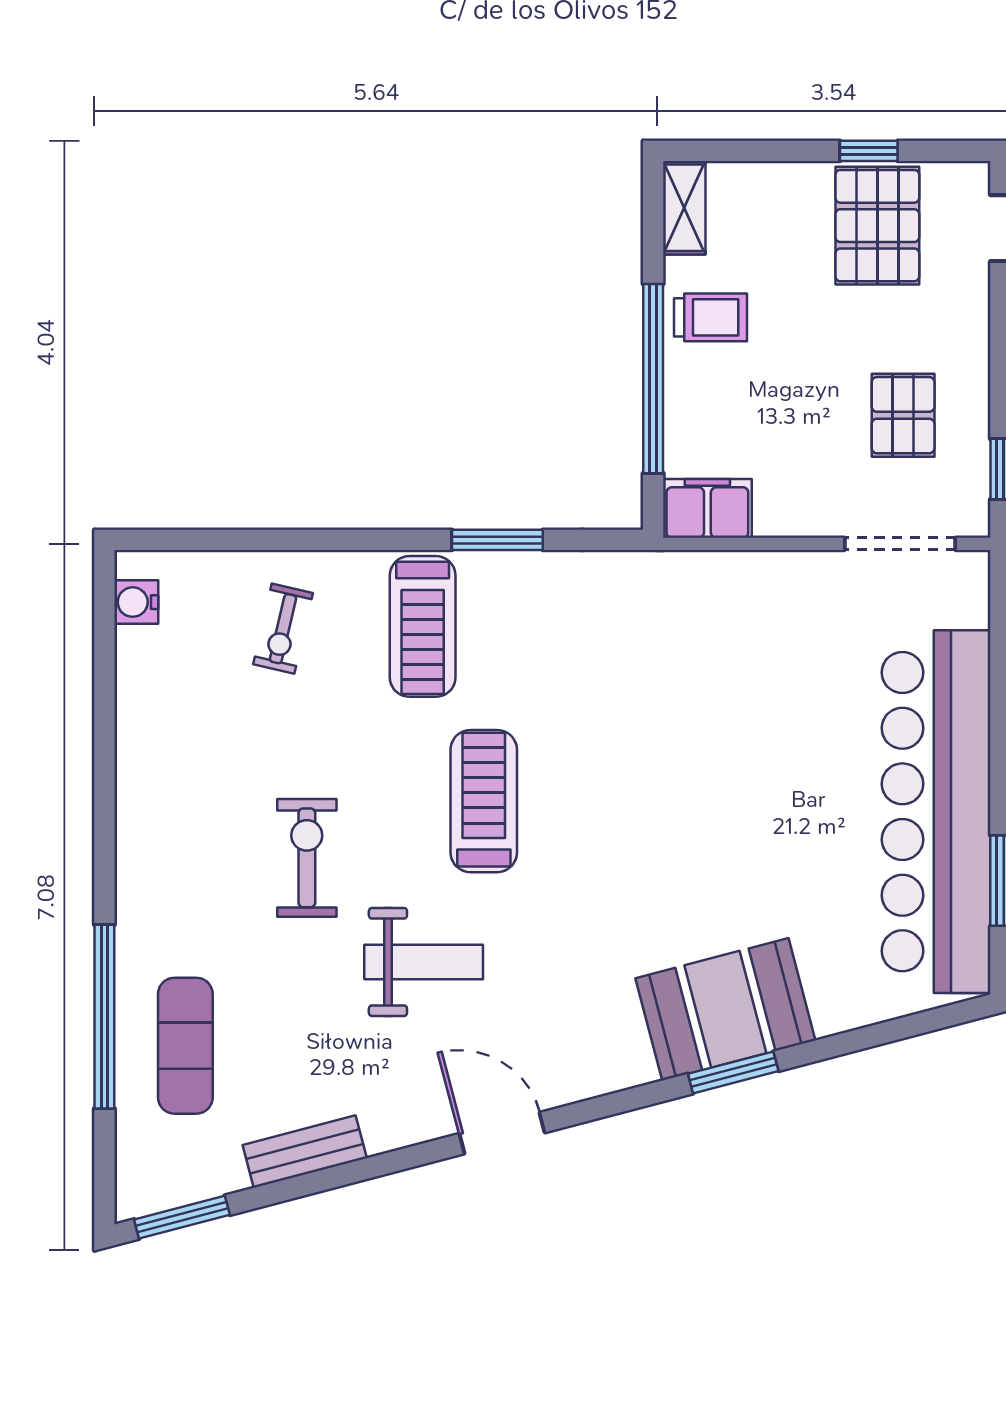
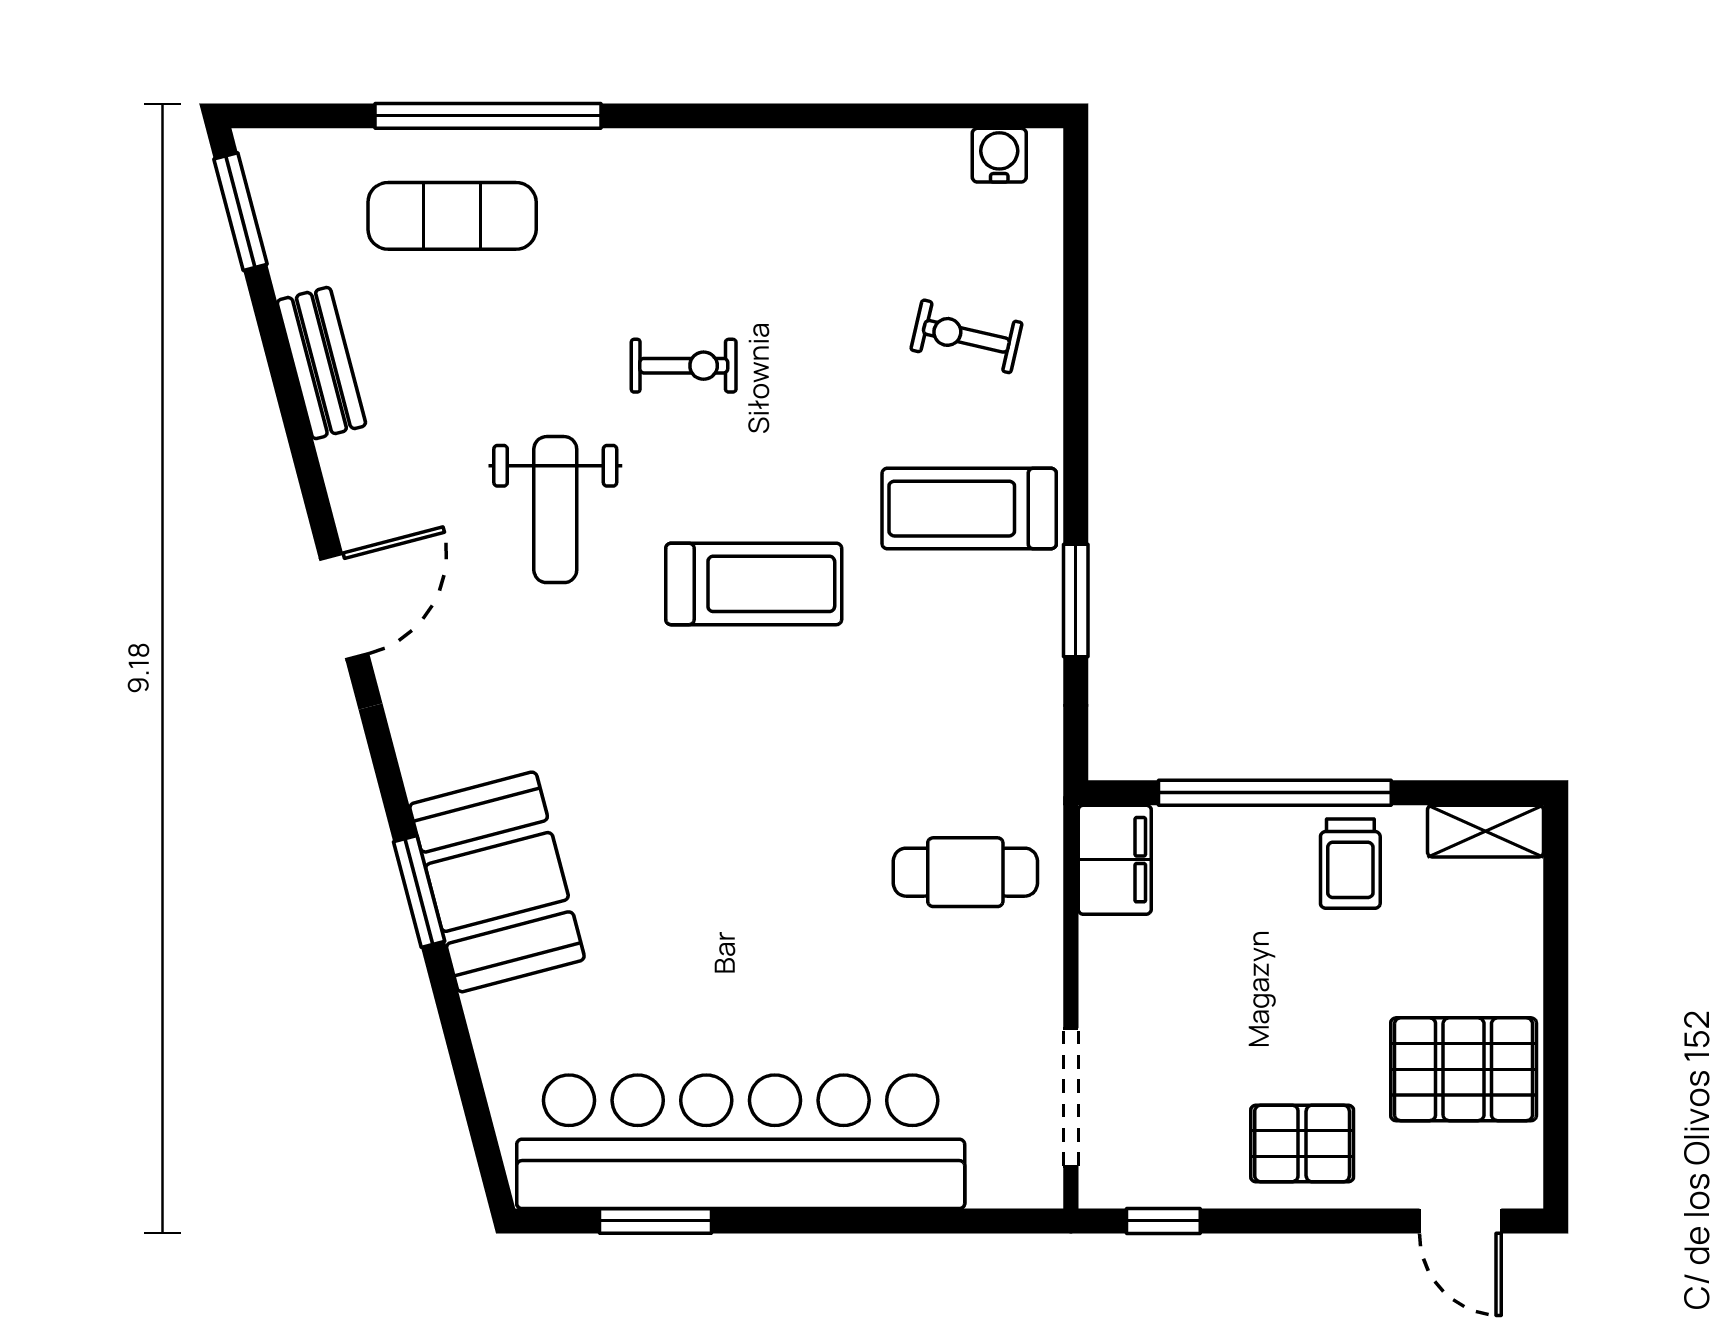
window: (869, 151) -> (1556, 1059), removed
pallet: (903, 415) -> (1302, 1143), moved
cafe table: (717, 630) -> (965, 872), added
exercise bike: (307, 858) -> (684, 366), width x0.73, depth x0.72

